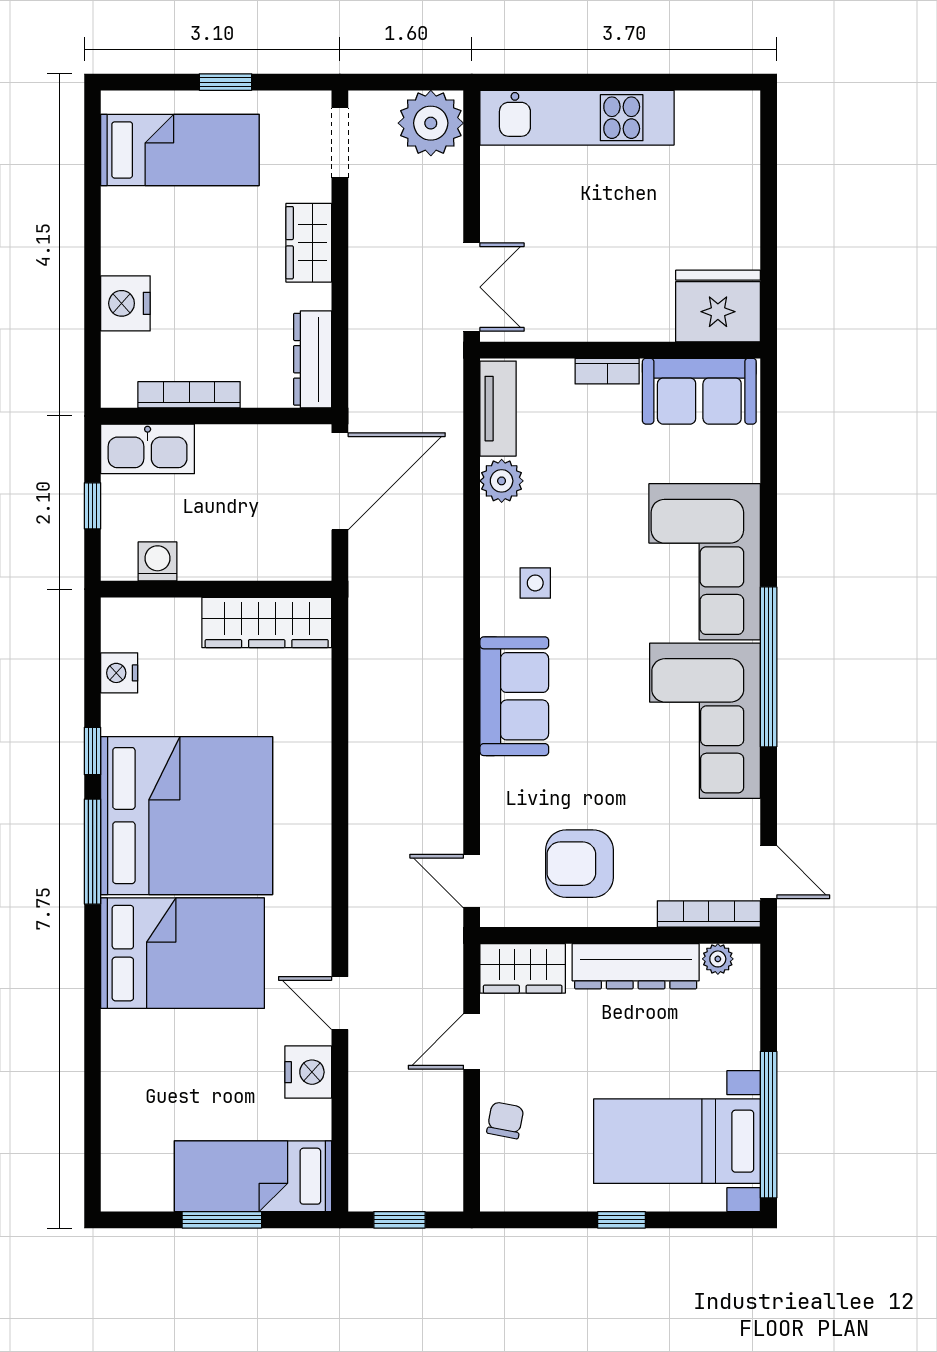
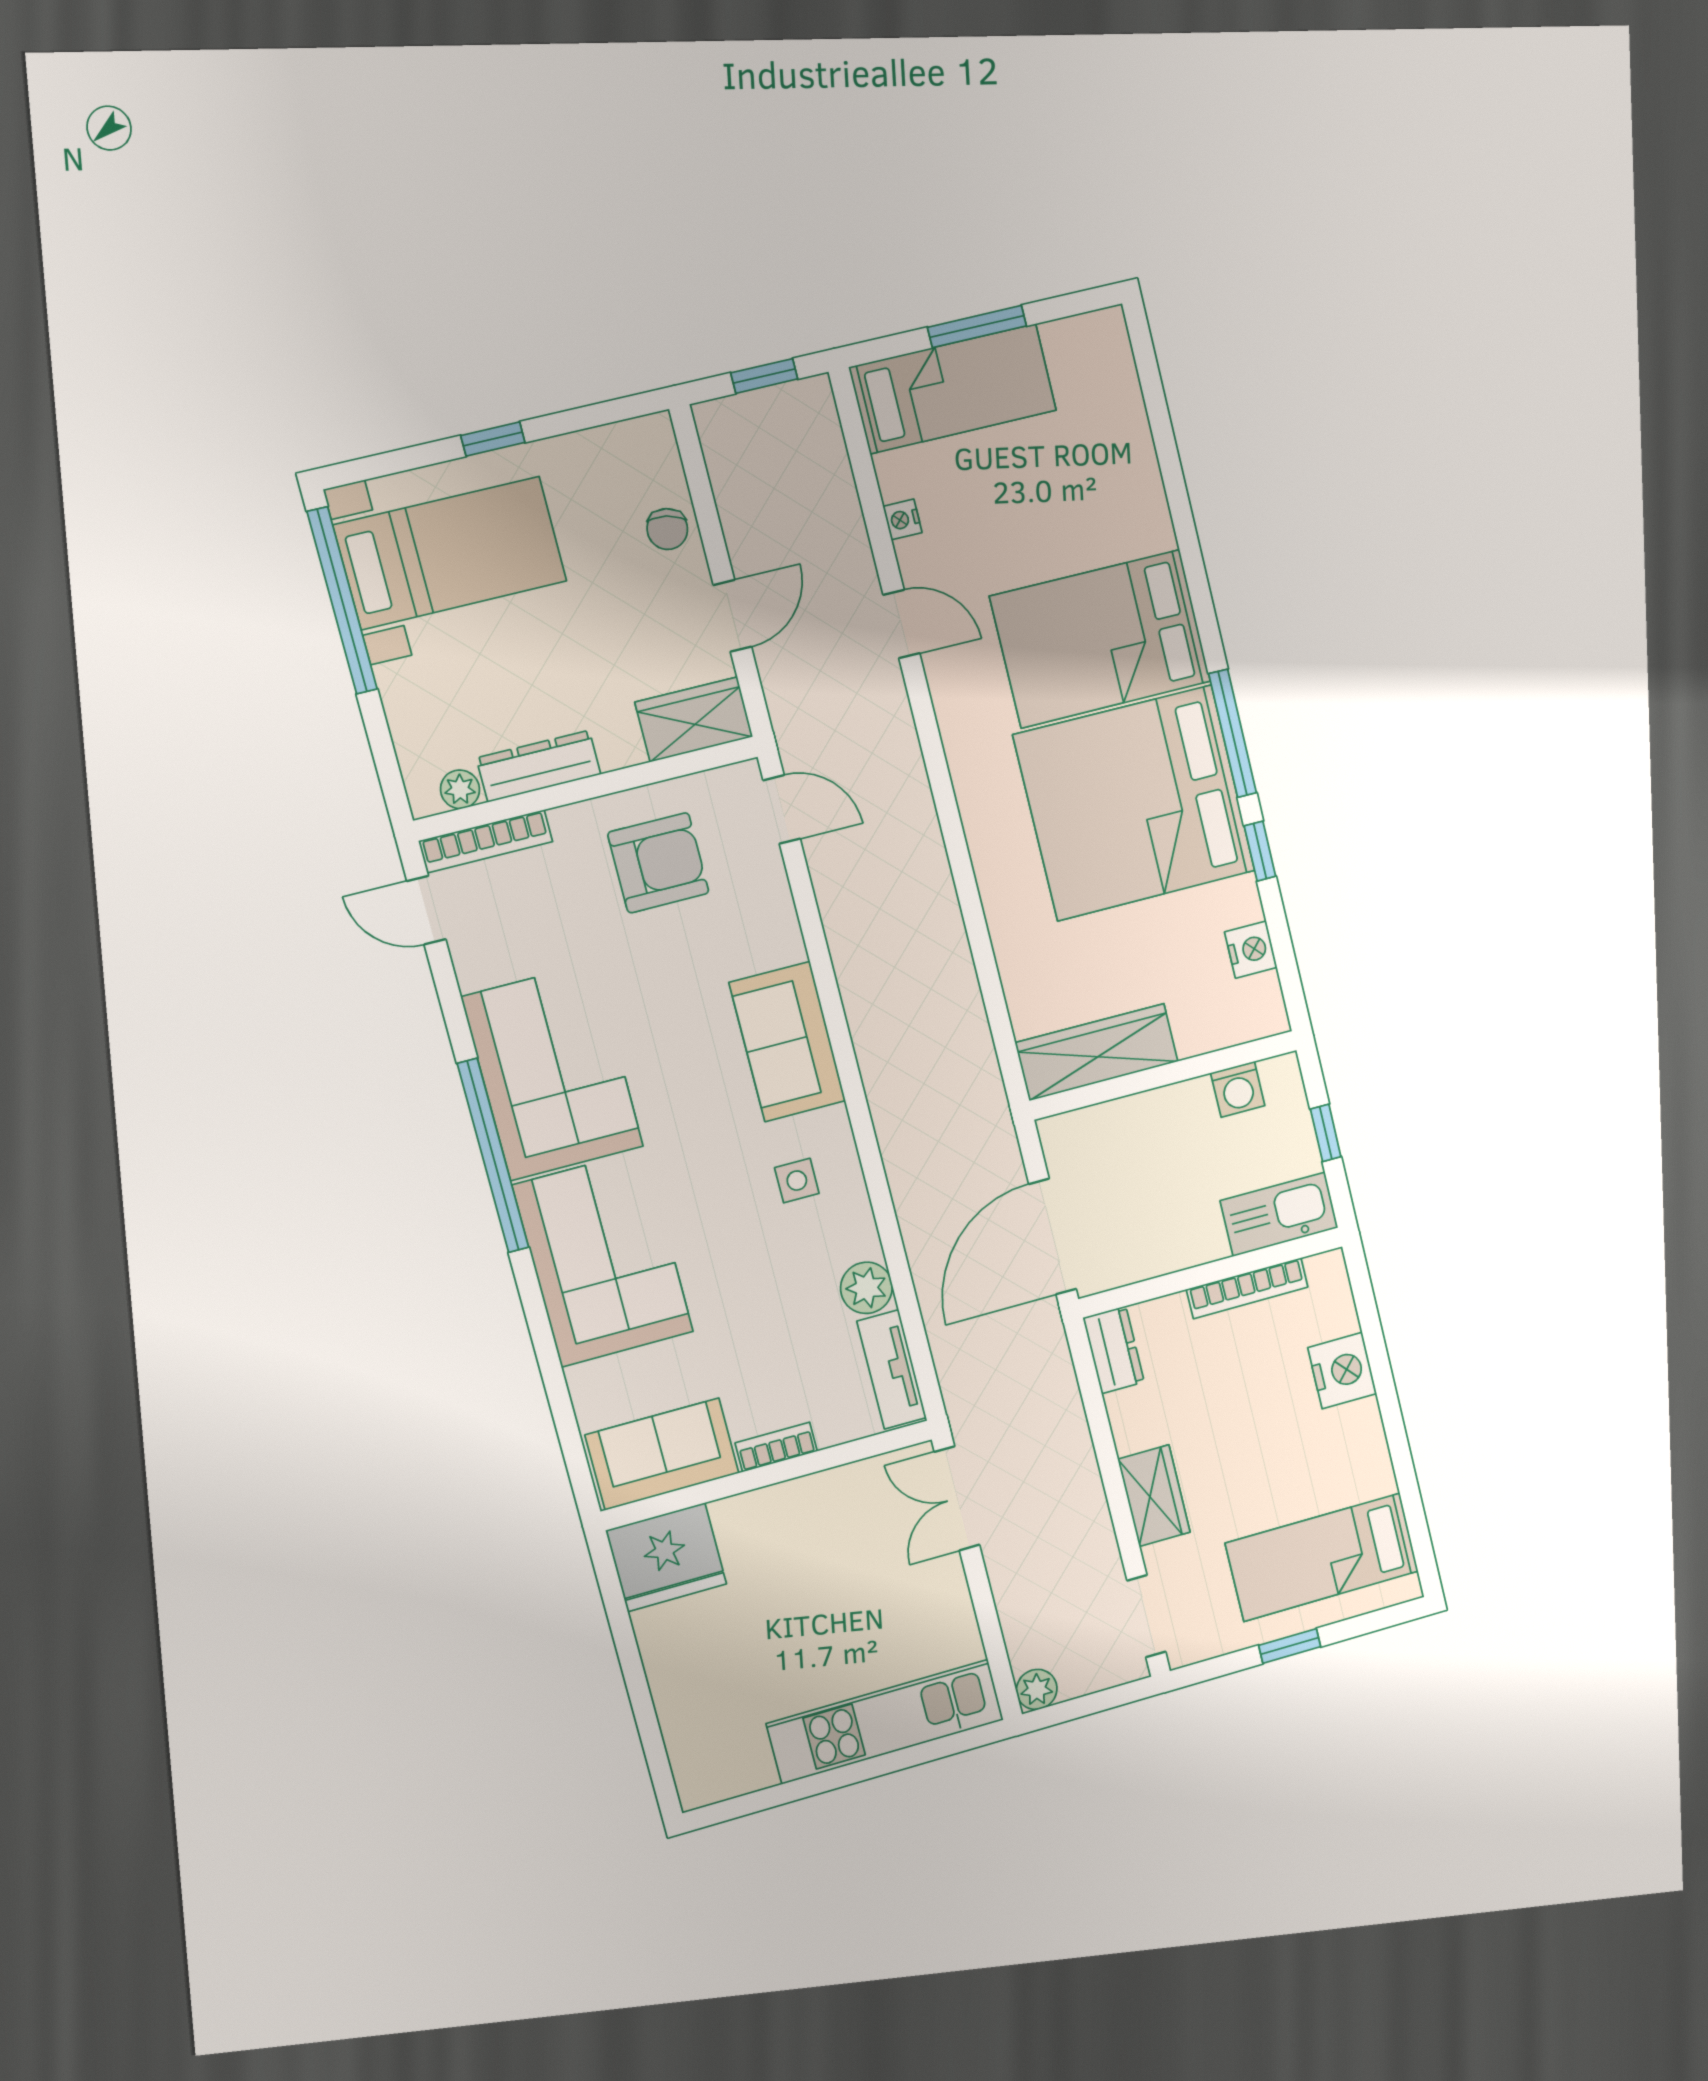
plant: (431, 123) -> (1037, 1689), width x0.53, depth x0.53
dresser: (313, 359) -> (1114, 1350), width x0.70
dresser: (636, 966) -> (539, 766), width x0.73, depth x0.80
nightstand: (308, 1072) -> (902, 519), width x0.53, depth x0.56

